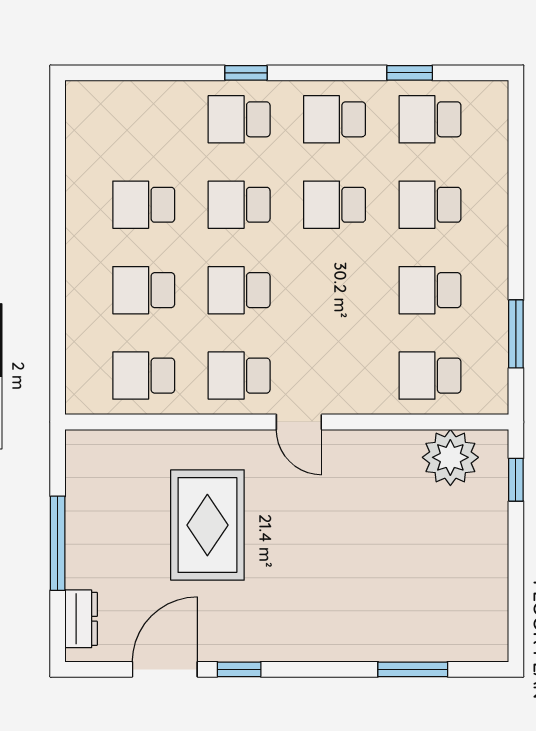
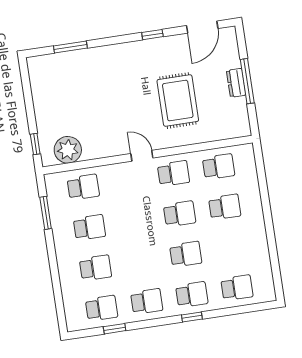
school desk: (144, 205) -> (237, 288), moved
school desk: (335, 205) -> (141, 261), removed
dresser: (81, 619) -> (236, 83), moved
door: (165, 669) -> (202, 27), moved

